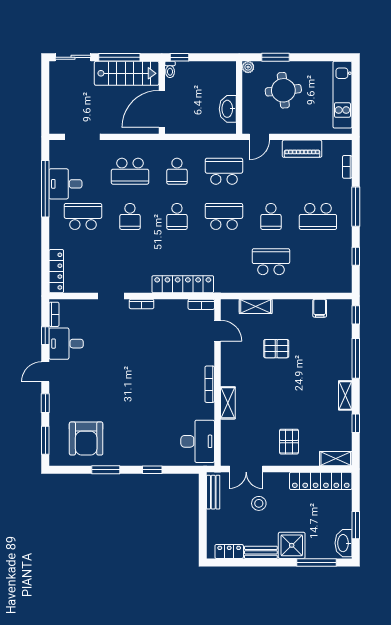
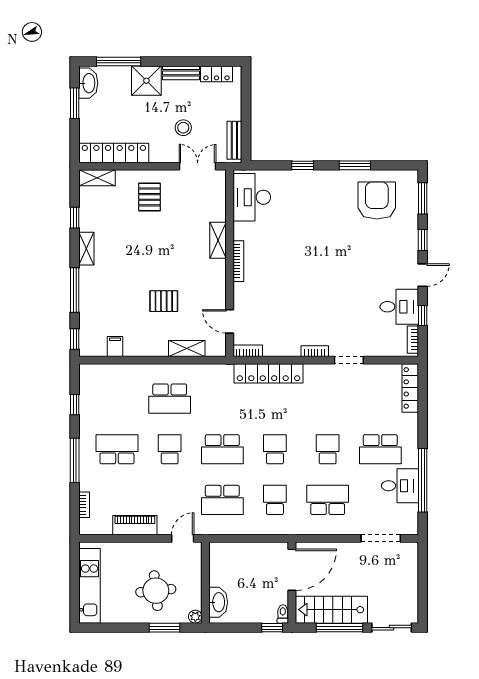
washbasin: (228, 109) -> (218, 602), moved

